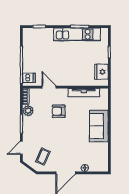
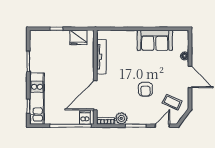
kitchen unit: (77, 34) -> (37, 99), moved
door: (49, 87) -> (95, 95), width x1.87
armchair: (59, 111) -> (145, 89), moved
sofa: (99, 126) -> (155, 40), moved
door: (21, 148) -> (162, 126), swing flipped

